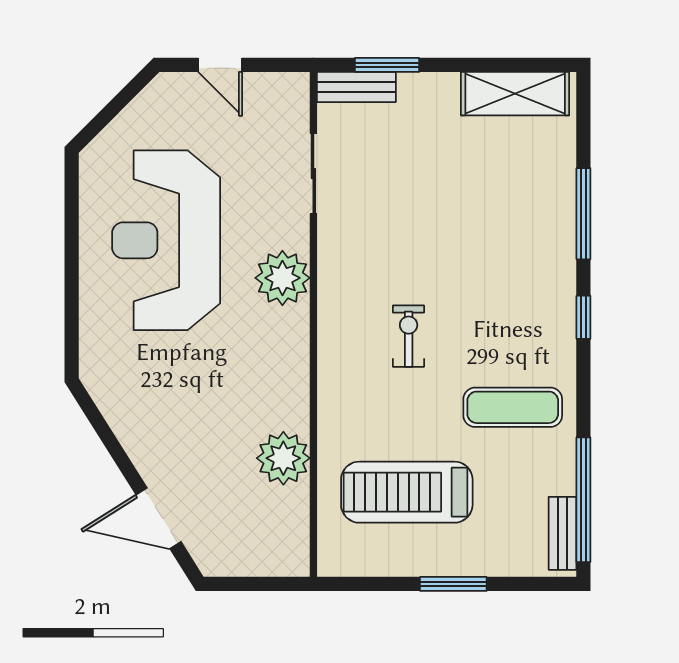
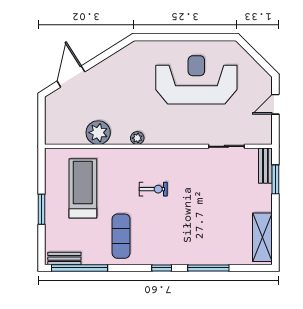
plant: (282, 278) -> (137, 138), moved, width x0.53, depth x0.53

